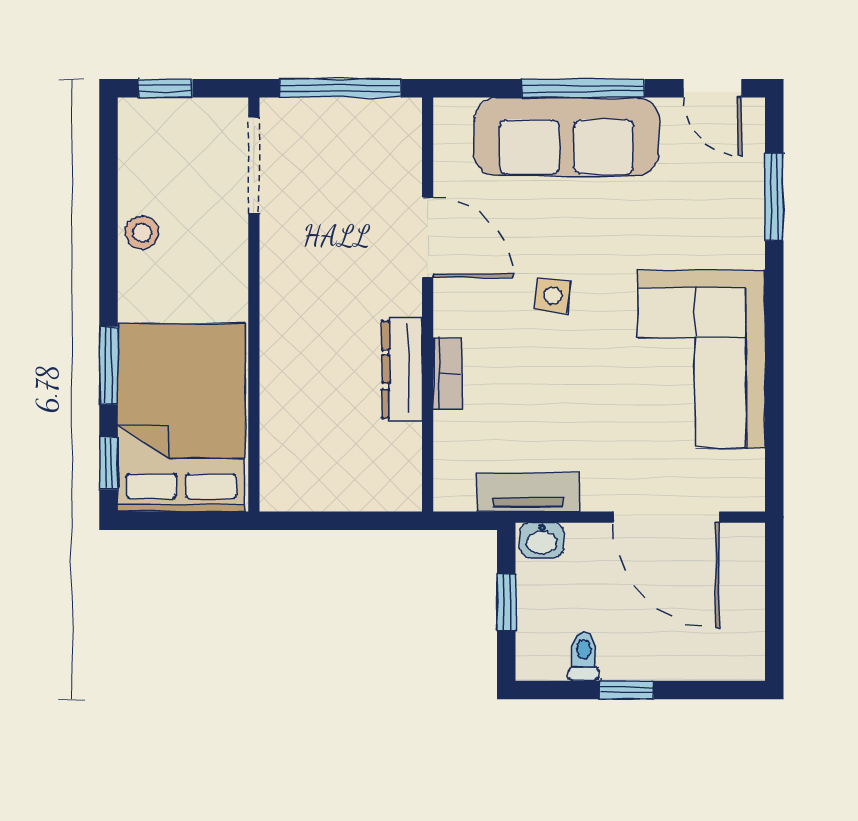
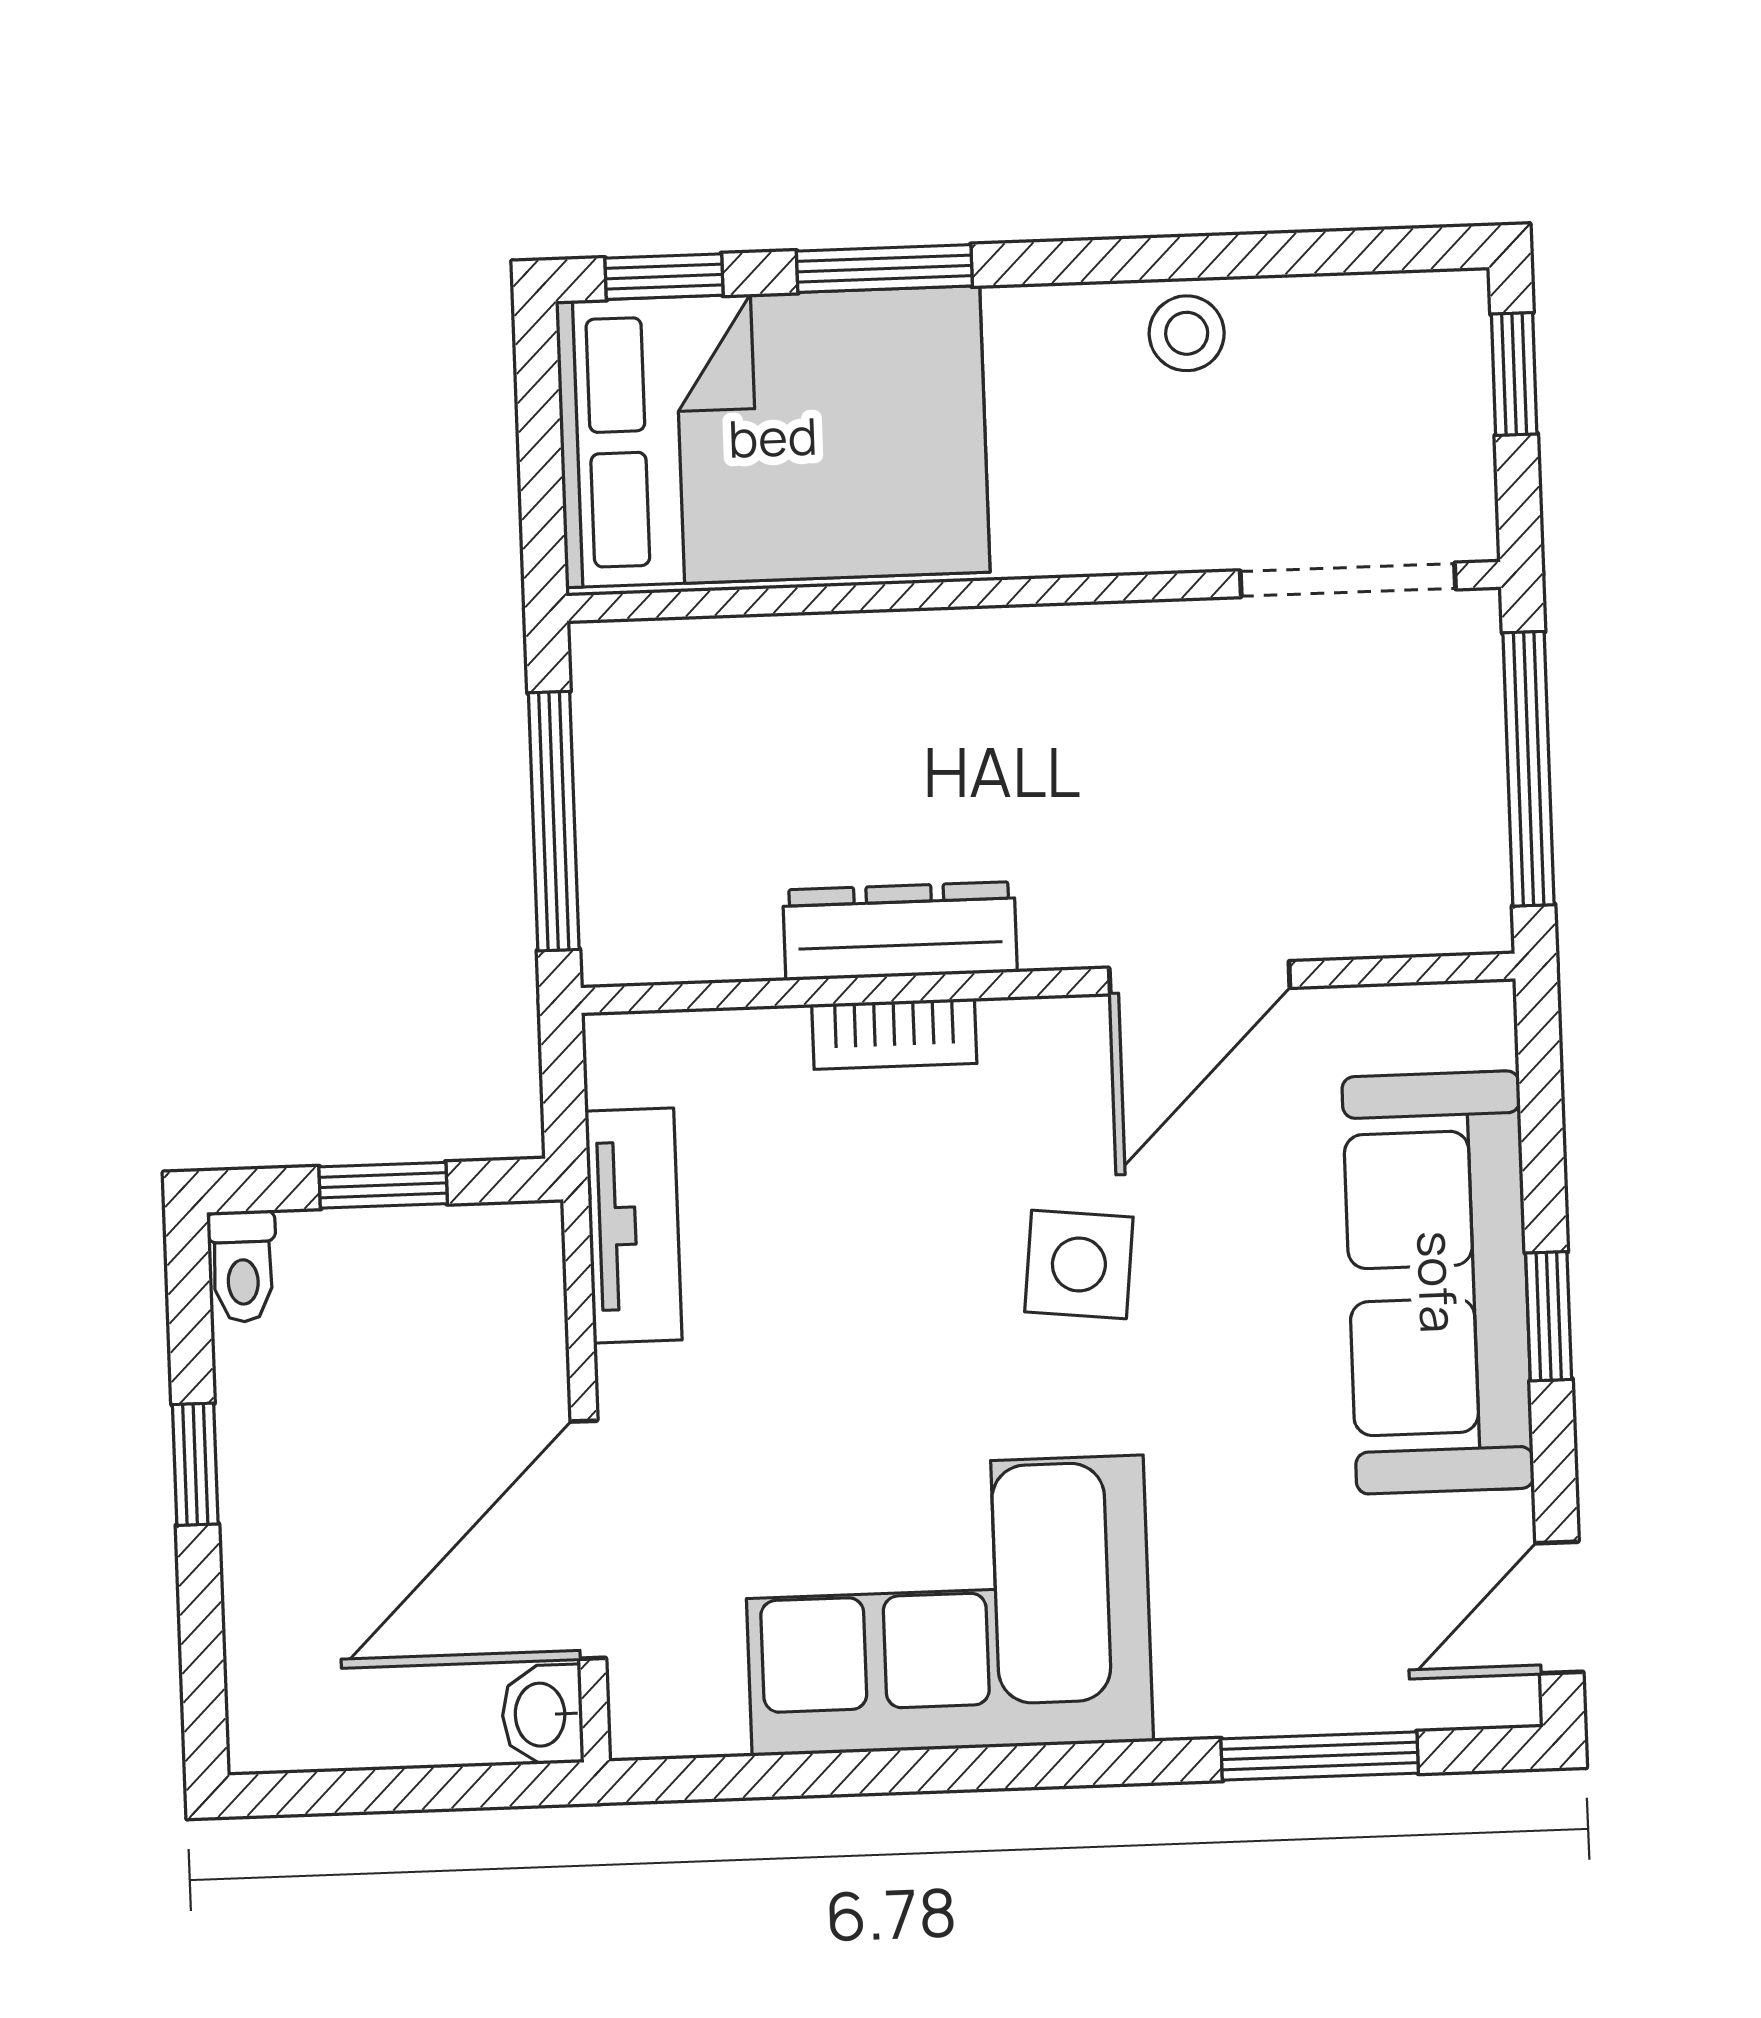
window: (583, 88) -> (1549, 1316), width x0.46
side table: (553, 295) -> (1079, 1264), width x1.37, depth x1.37
window: (348, 521) -> (554, 821), added
washbasin: (542, 540) -> (542, 1715), moved
toilet: (584, 656) -> (243, 1266), moved, turned 90

